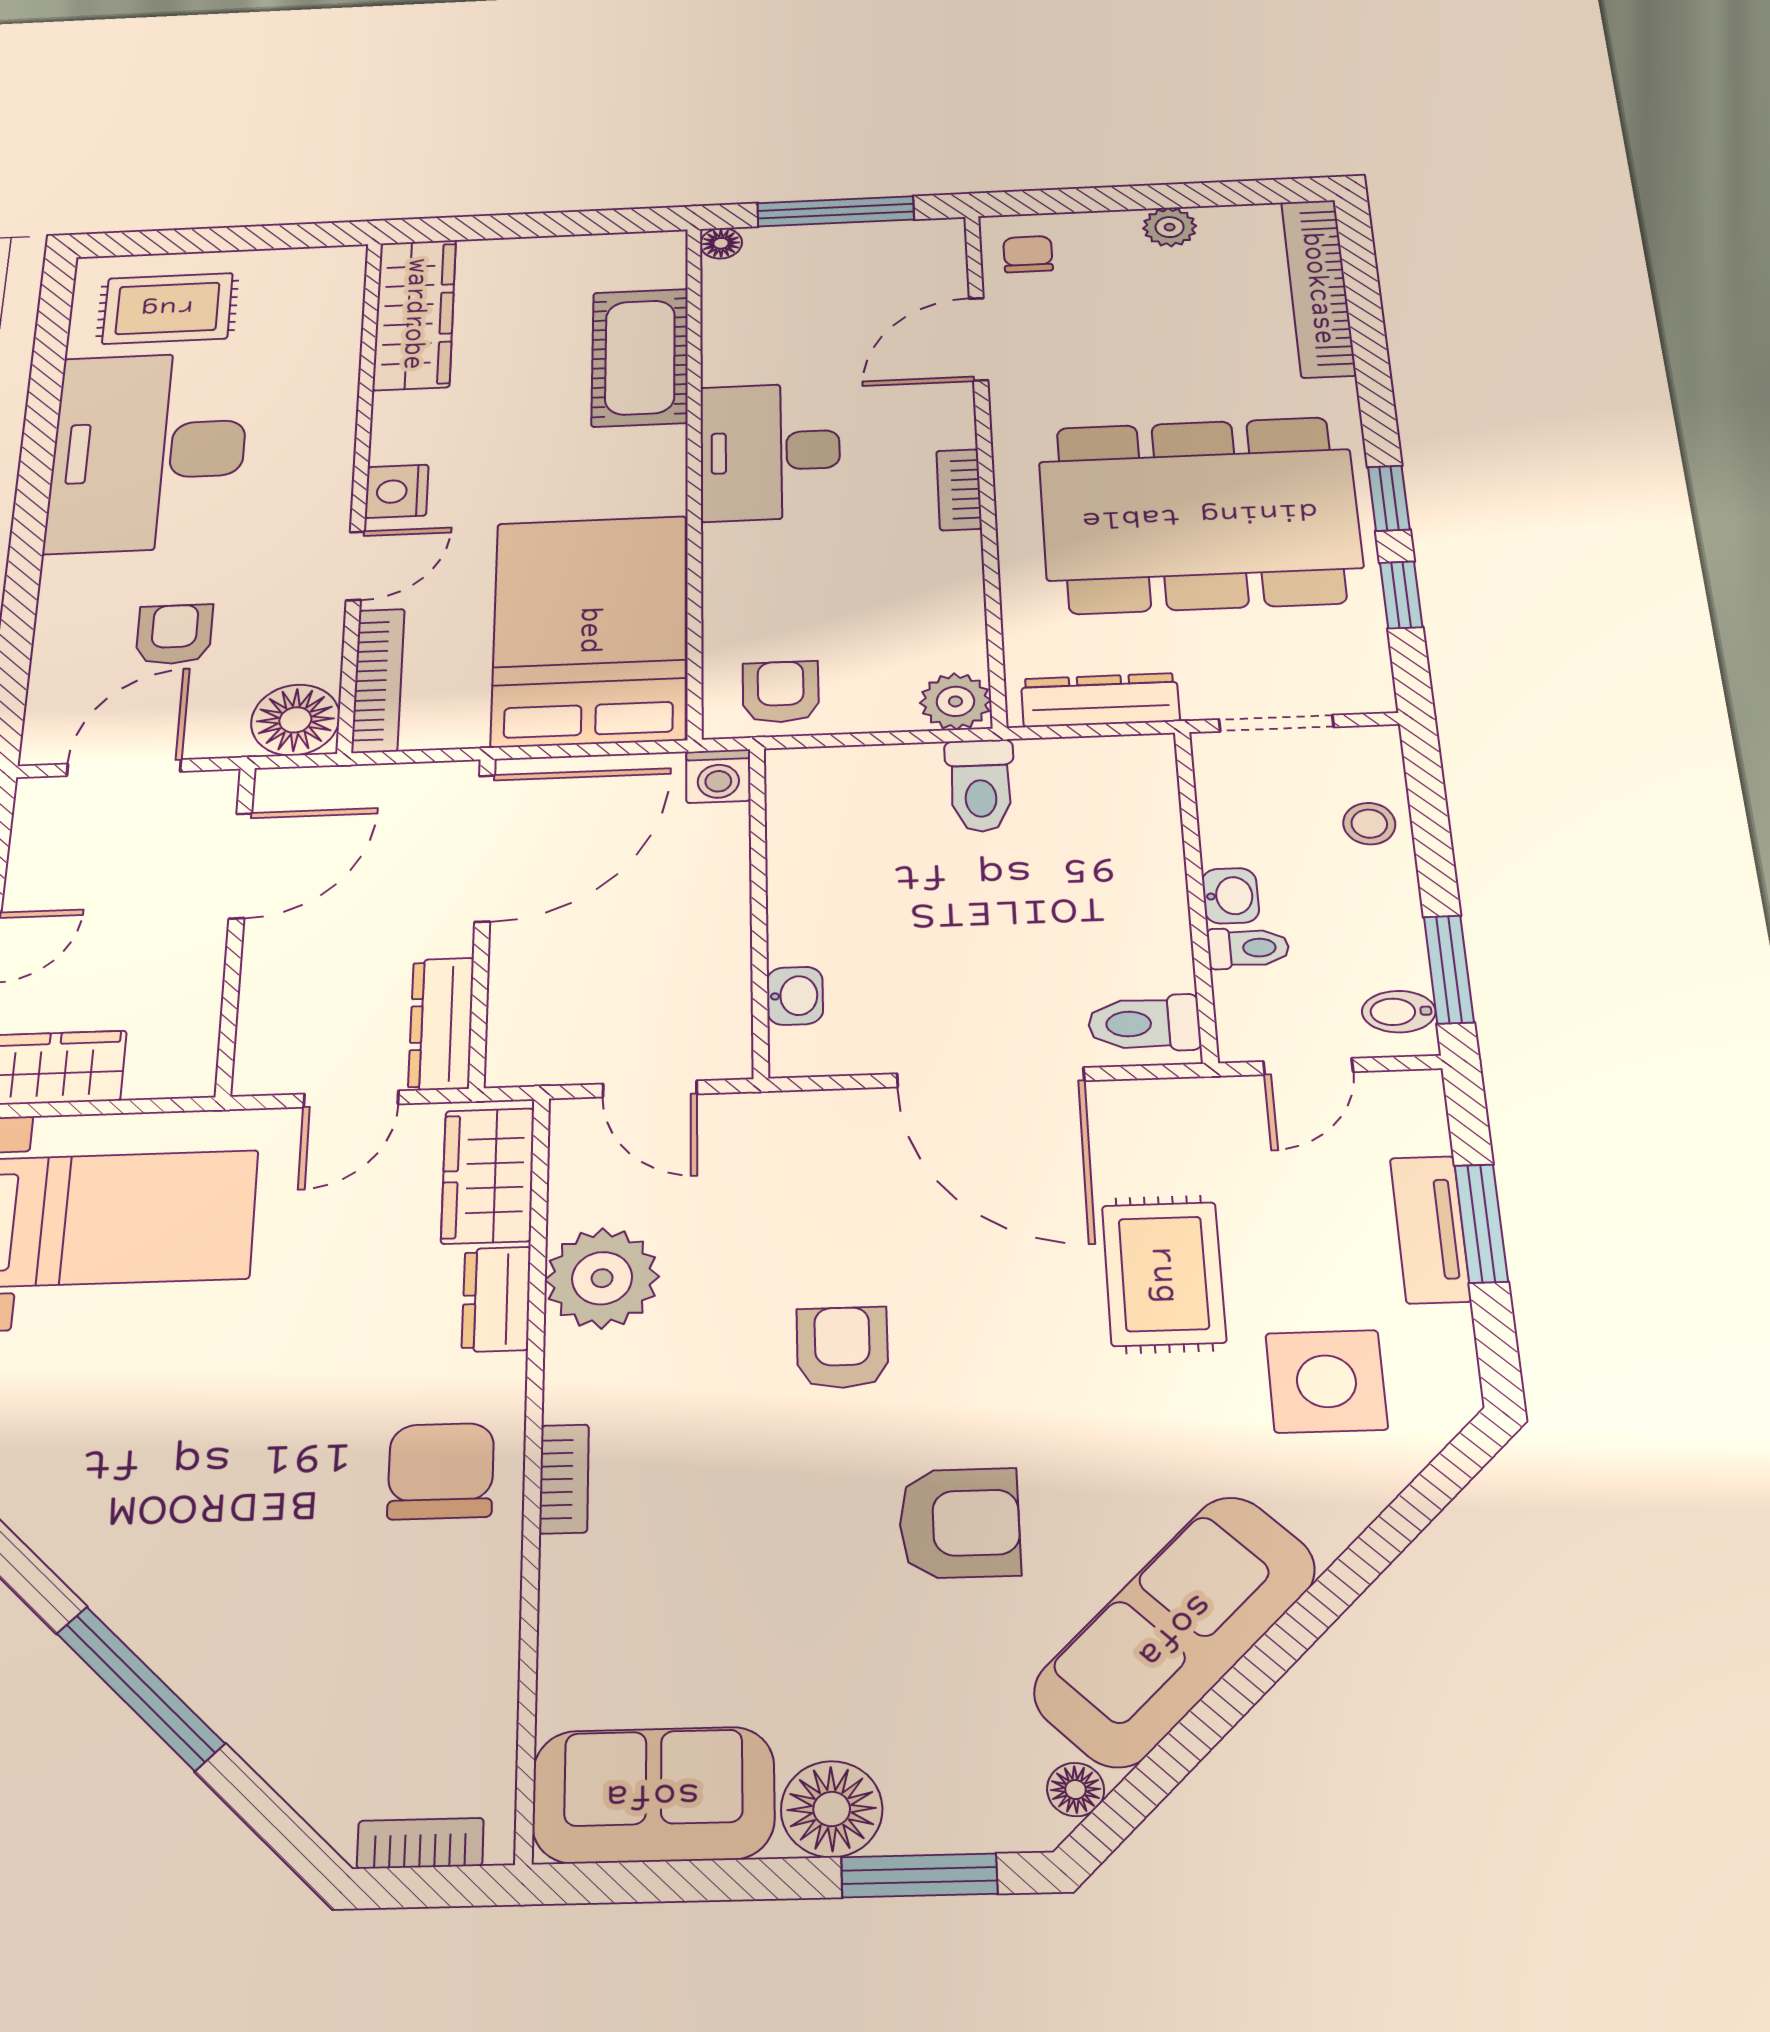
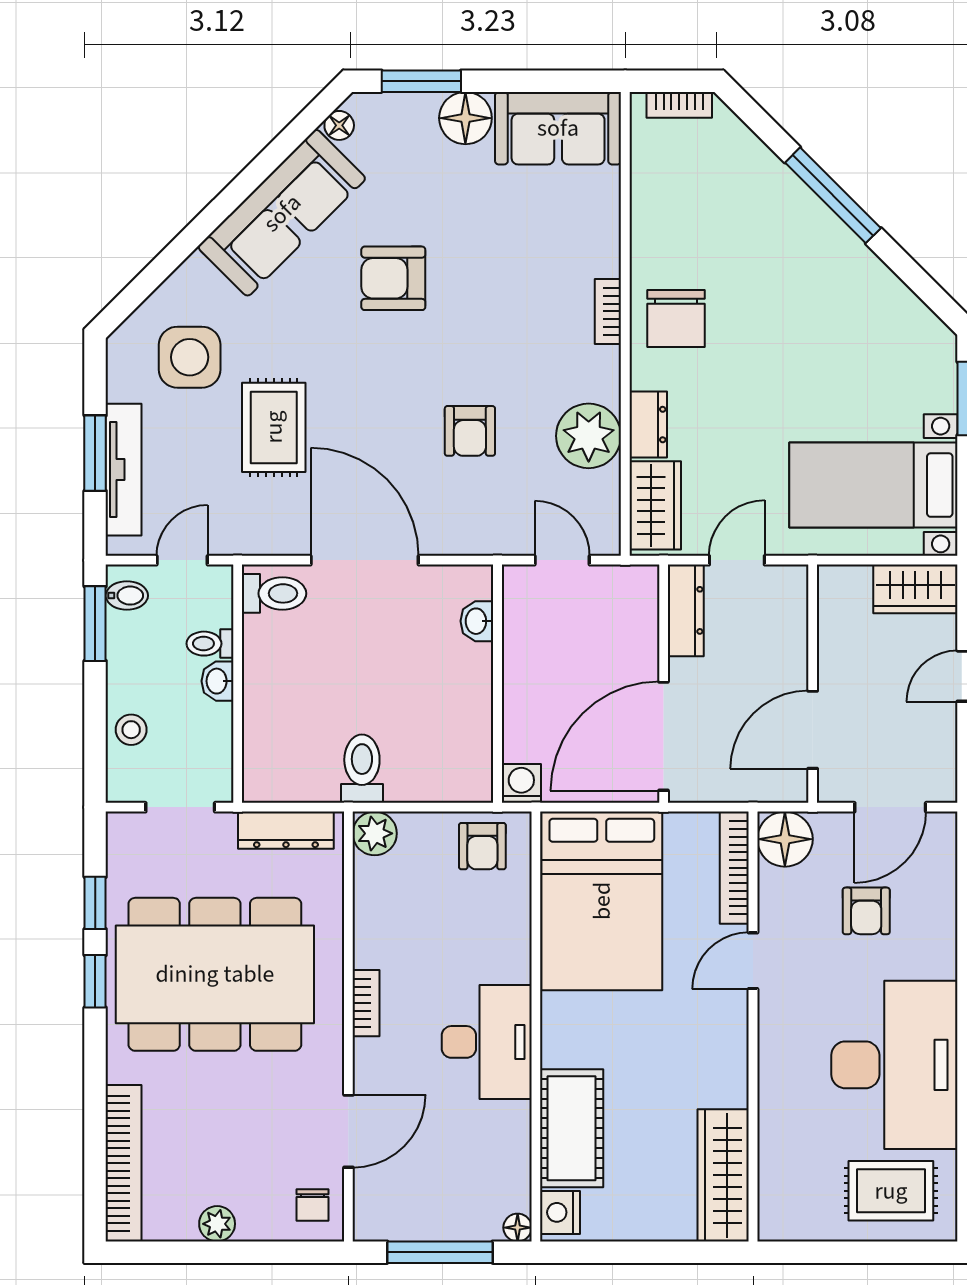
nightstand: (397, 491) -> (560, 1212), moved, turned 180
tv unit: (1430, 1229) -> (124, 470), width x1.41
armchair: (842, 1348) -> (470, 431), moved

